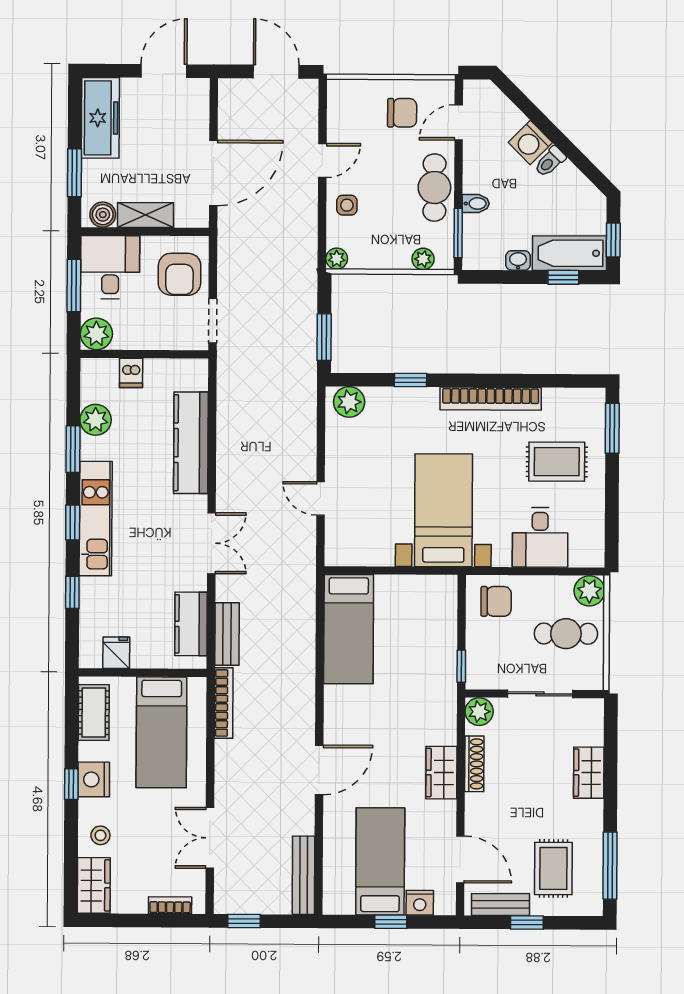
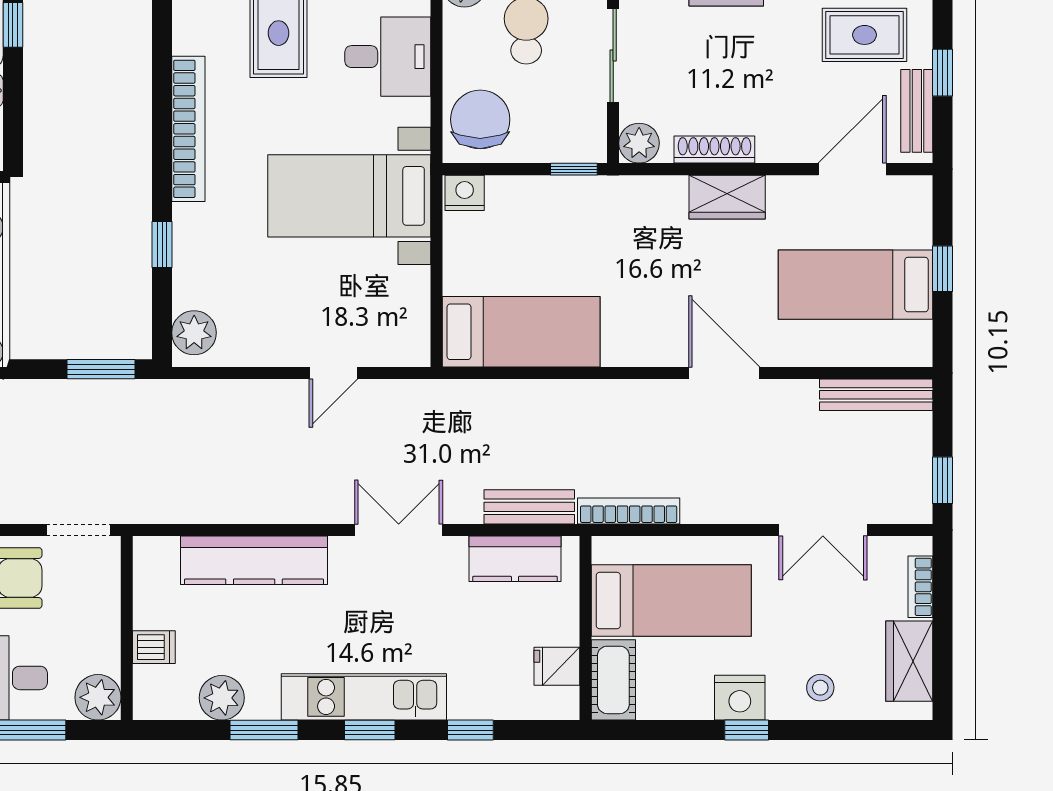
chair: (496, 601) -> (480, 119), width x1.37, depth x1.37
cot: (94, 712) -> (613, 680), moved, turned 90
wardrobe: (94, 885) -> (909, 661), moved, turned -90
nightstand: (420, 903) -> (465, 193), moved, turned -90

